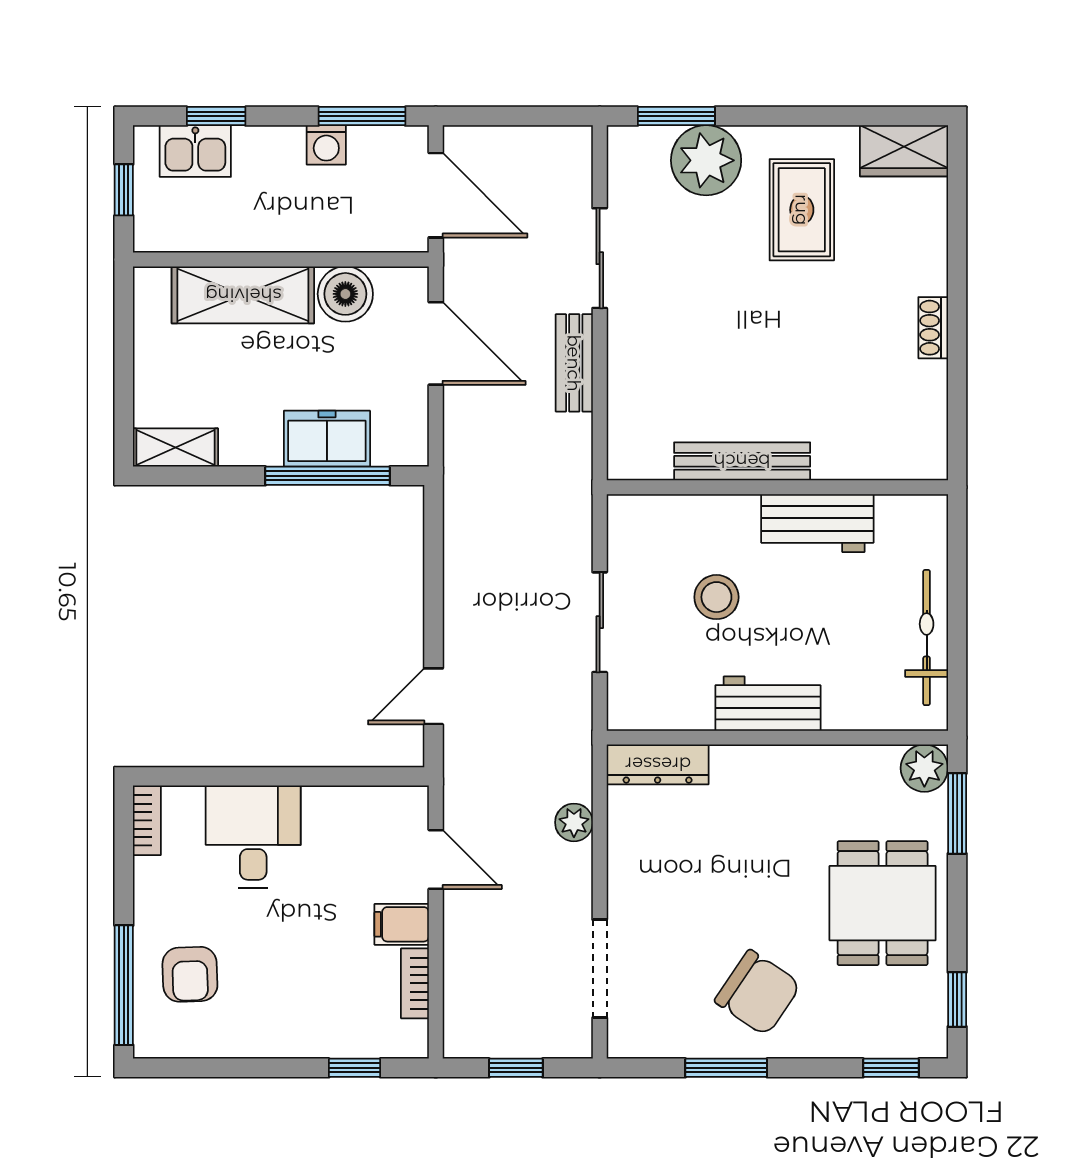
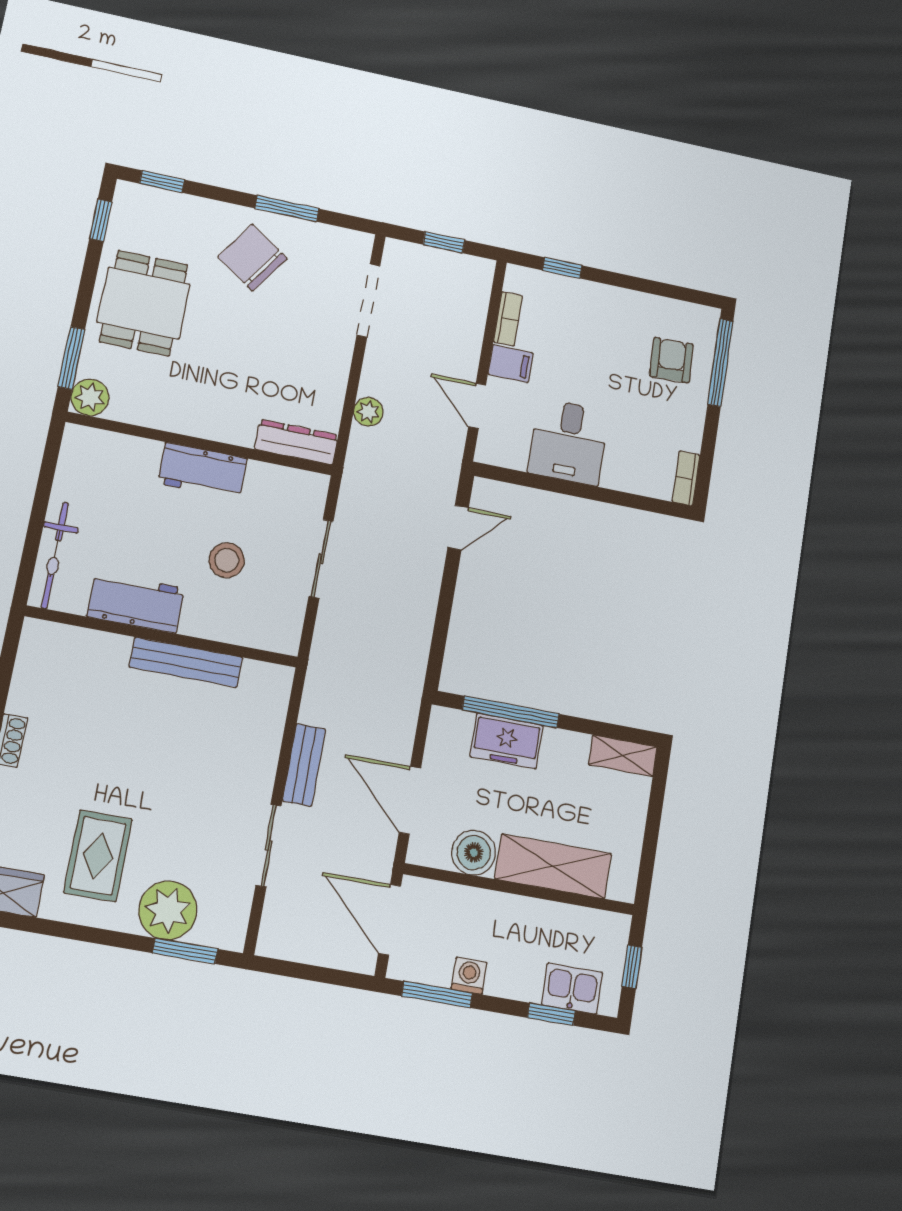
bicycle: (927, 638) -> (55, 555), moved
desk: (253, 837) -> (568, 442), moved

